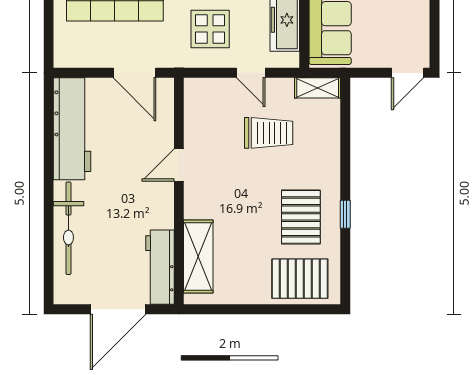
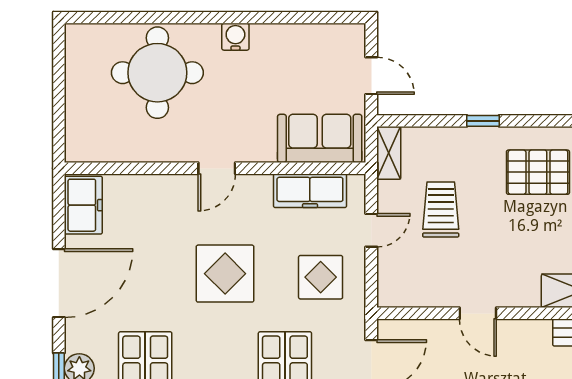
door: (408, 73) -> (371, 76), moved
window: (345, 214) -> (483, 121), moved

